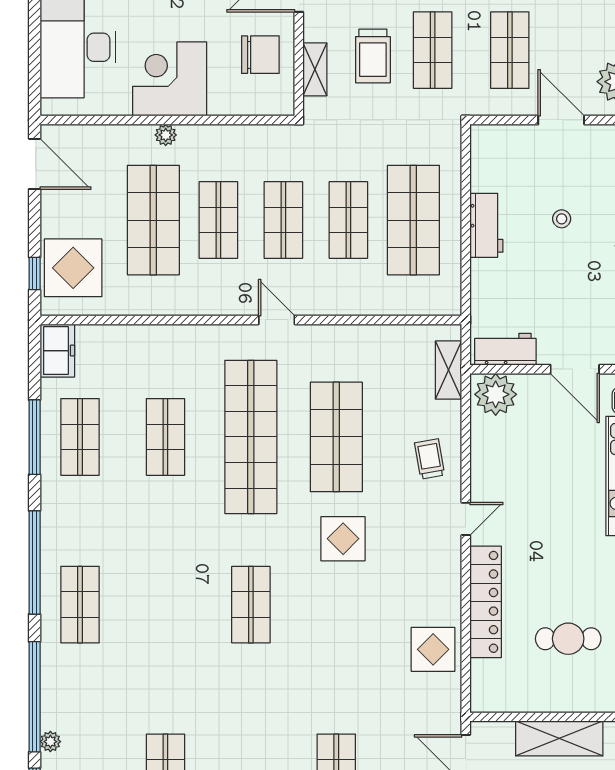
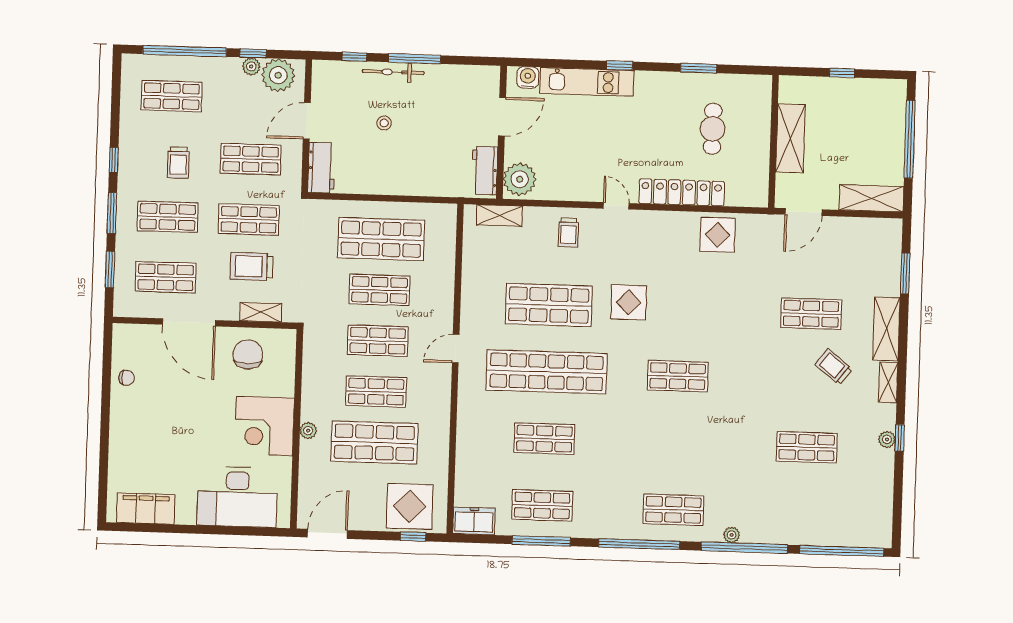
trolley: (373, 56) -> (252, 266), turned 180
workbench: (486, 225) -> (321, 168), moved, turned 90
trolley: (430, 459) -> (568, 233), turned -80
plant: (50, 742) -> (732, 535), moved

